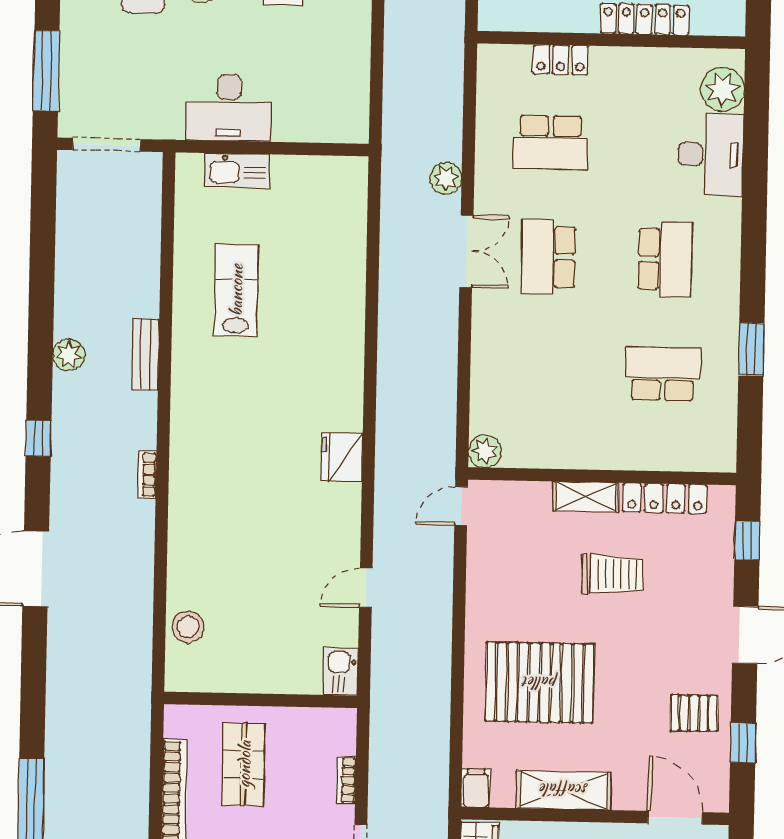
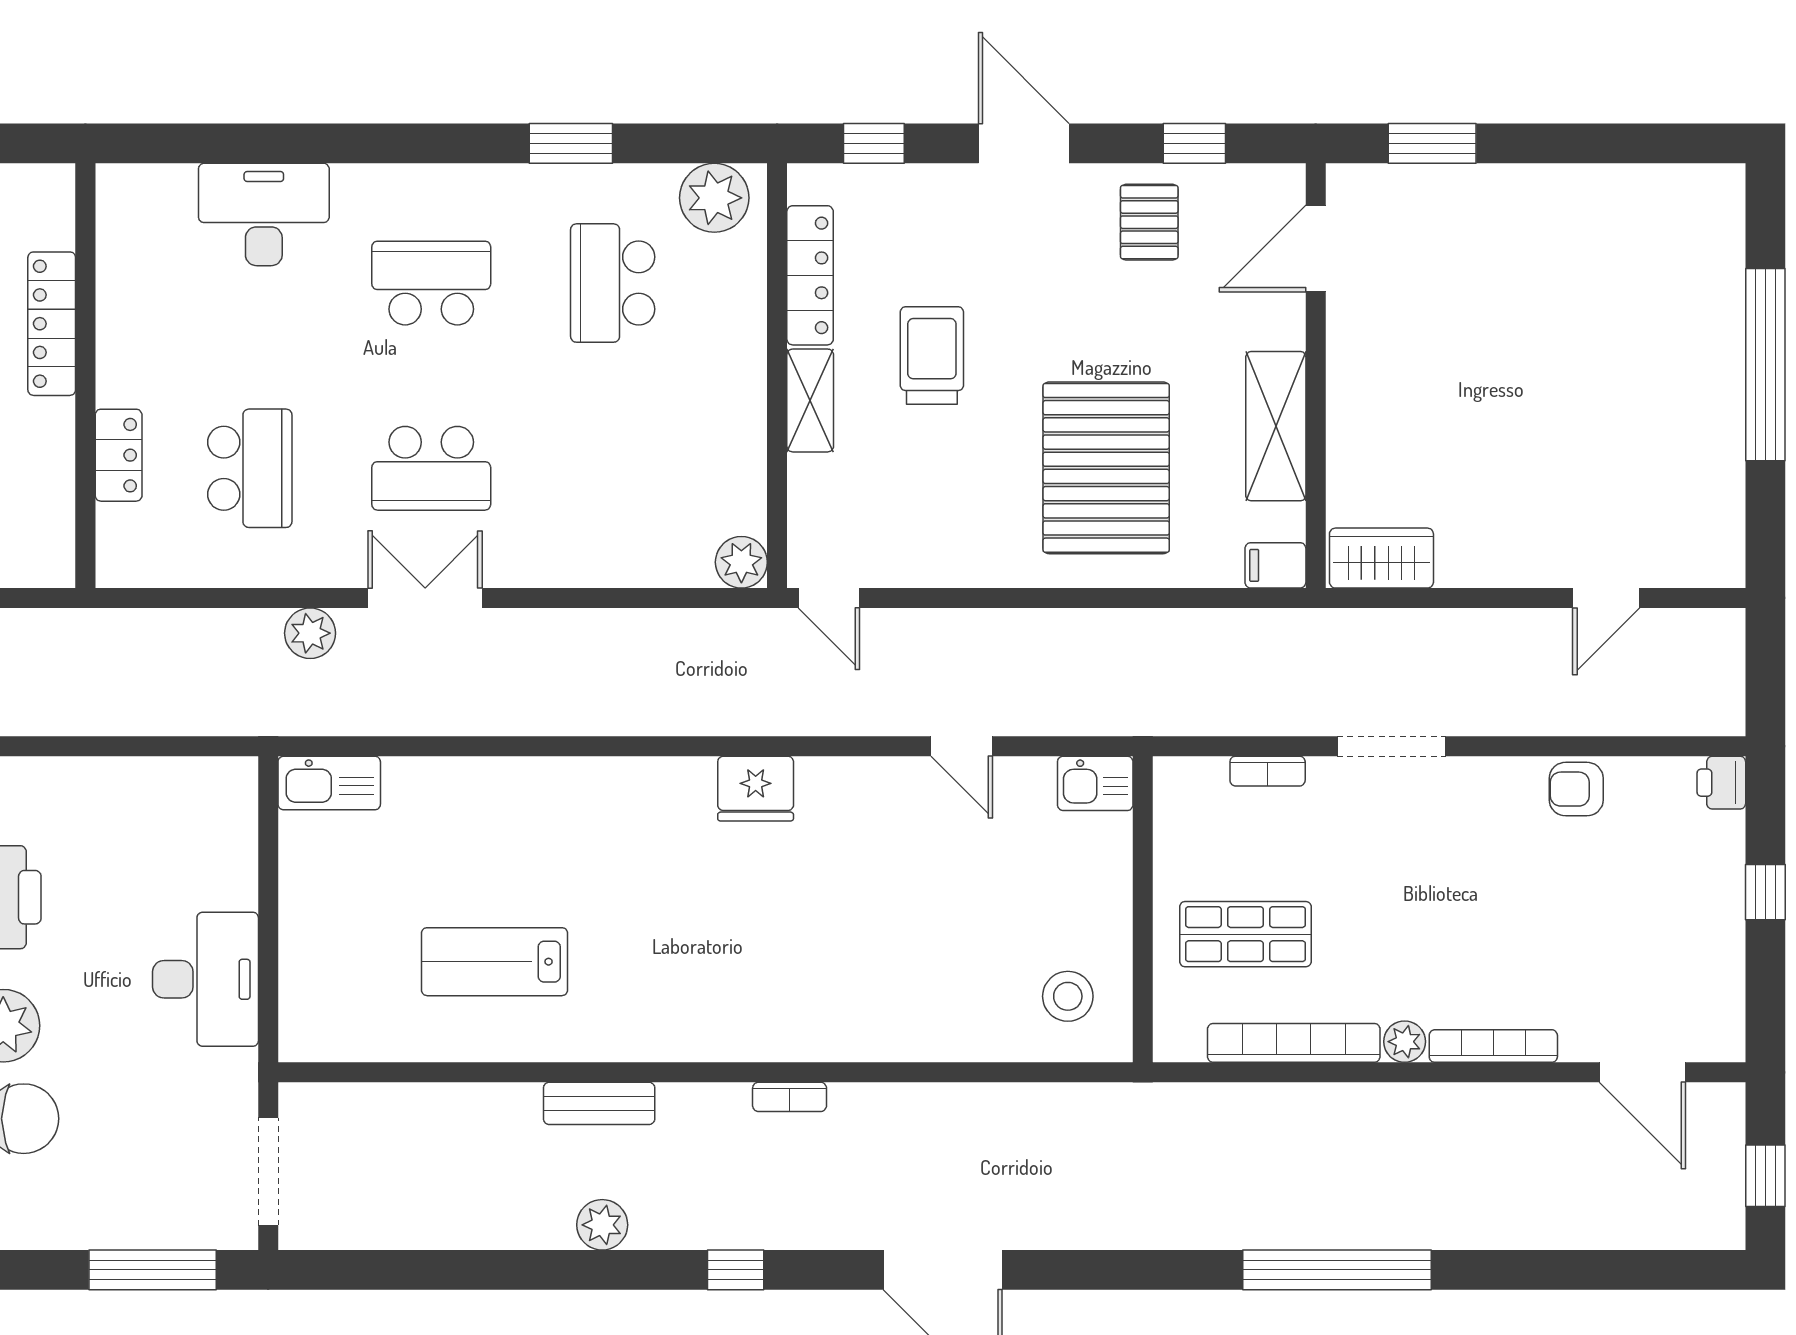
plant: (722, 89) -> (714, 198), moved
kitchen sink: (237, 171) -> (329, 783), moved, turned 90
stool: (188, 627) -> (1068, 996), moved

